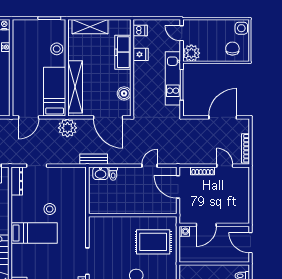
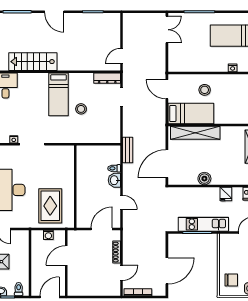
stool: (57, 49) -> (205, 90), moved
freezer: (123, 52) -> (228, 177), removed
plant: (191, 53) -> (227, 242), removed
boiler: (124, 93) -> (204, 179), moved
door: (223, 117) -> (167, 271), hinge flipped
plant: (67, 128) -> (157, 126), removed
washbasin: (100, 173) -> (114, 180), moved
door: (206, 225) -> (66, 256), hinge flipped
washing machine: (184, 231) -> (48, 235), moved

